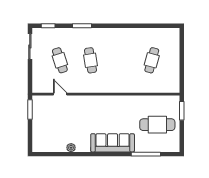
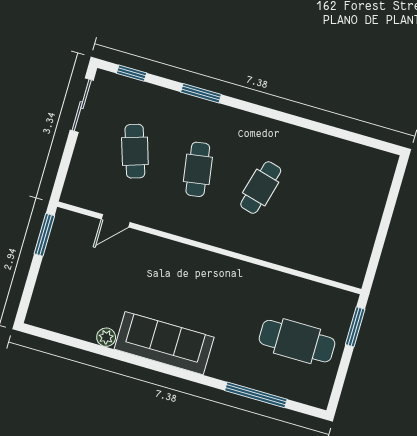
cafe table: (152, 60) -> (261, 188), moved
door: (60, 94) -> (116, 221), swing flipped
sofa: (113, 143) -> (164, 343), moved

